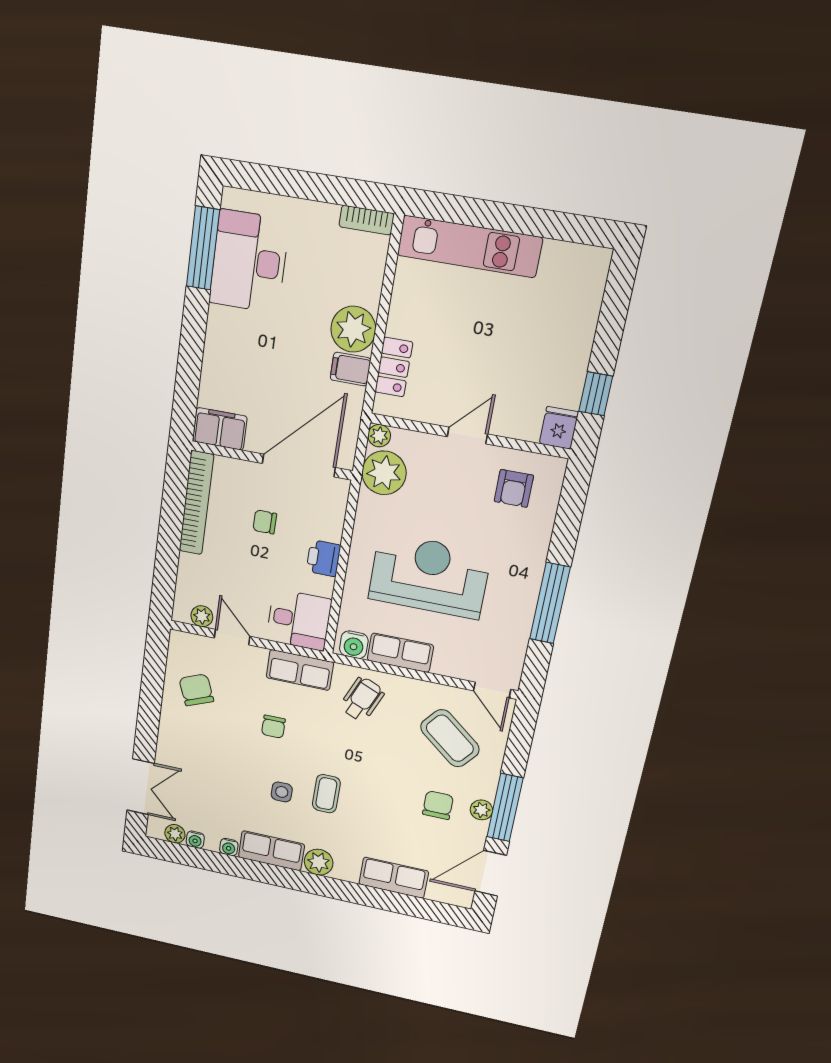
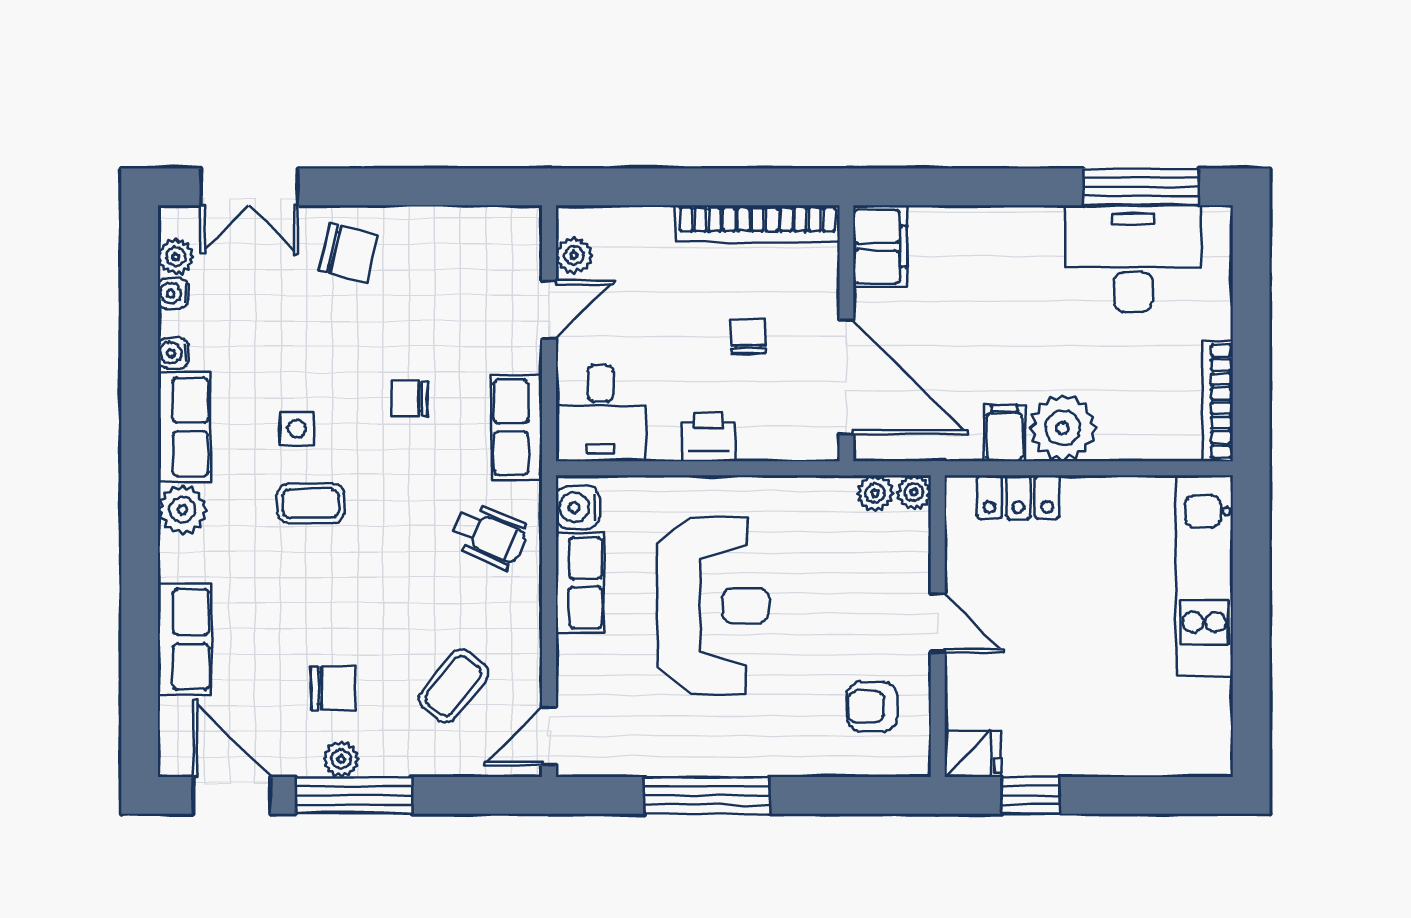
bookcase: (367, 220) -> (1217, 401), width x1.56
plant: (384, 473) -> (875, 493), width x0.53, depth x0.53
chair: (196, 690) -> (348, 253), moved, turned 36
coffee table: (450, 738) -> (454, 686), width x0.73, depth x0.77

